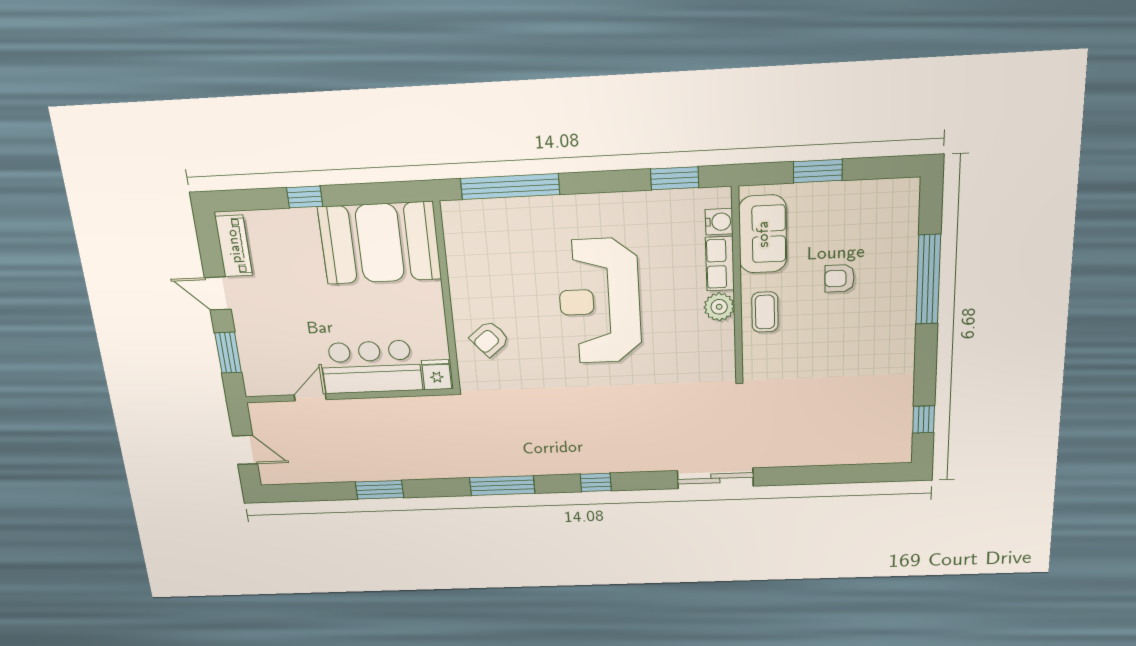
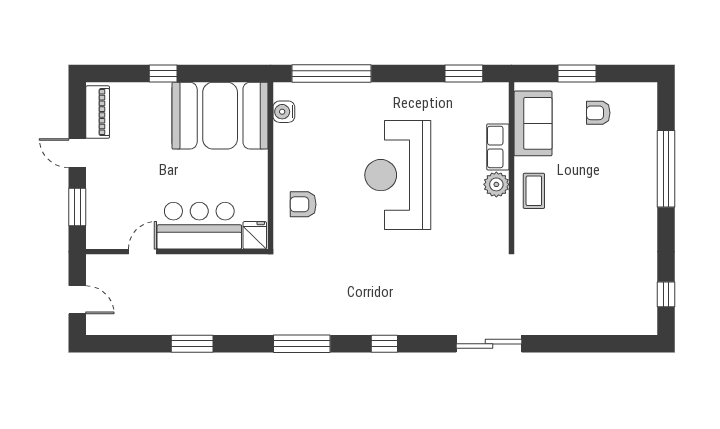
water cooler: (719, 222) -> (284, 112), moved, turned 180
armchair: (840, 278) -> (598, 113), moved
armchair: (489, 339) -> (303, 204), turned 40

